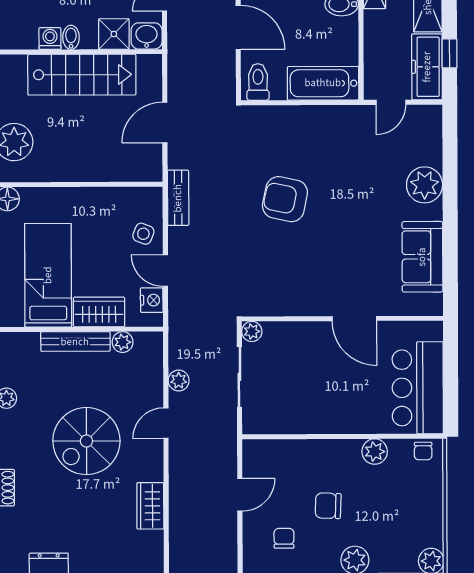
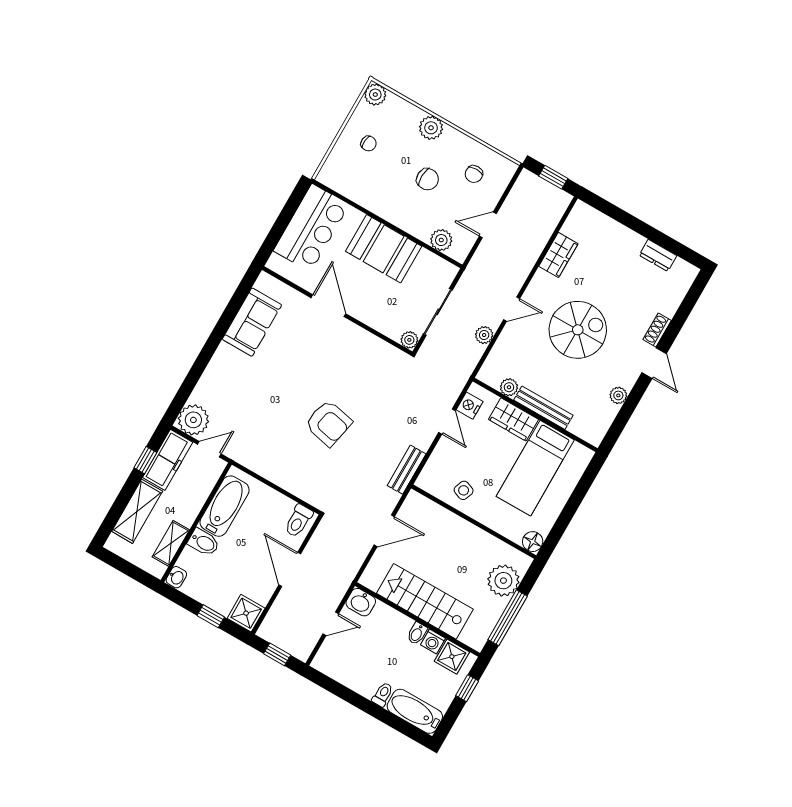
shower: (114, 34) -> (452, 657), moved
bathtub: (323, 83) -> (225, 506), moved, turned -90
plant: (425, 185) -> (193, 420), moved
side table: (143, 234) -> (464, 490), moved
booth: (332, 409) -> (384, 249), added
chair: (423, 451) -> (369, 144), moved, turned 95
plant: (375, 452) -> (441, 240), moved

